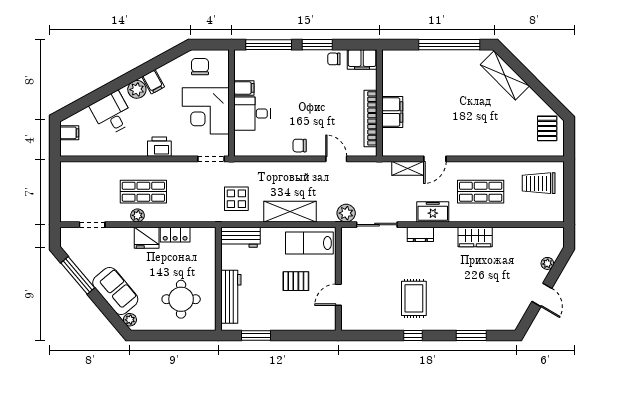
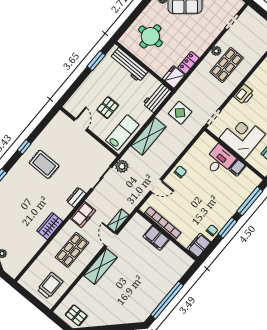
shelving: (505, 75) -> (100, 266), moved, turned -45
fridge: (147, 238) -> (174, 77), moved

